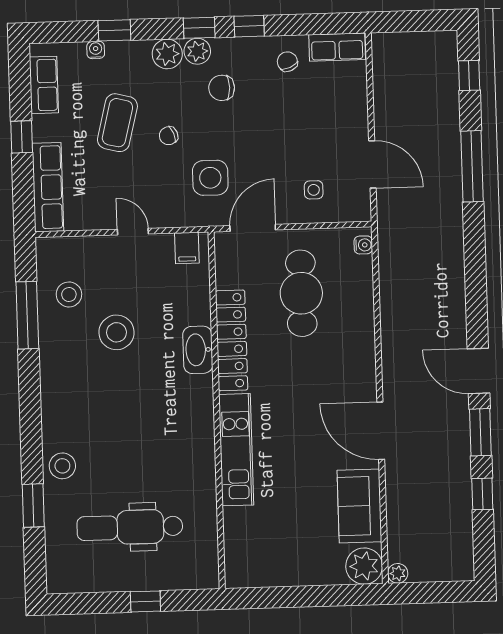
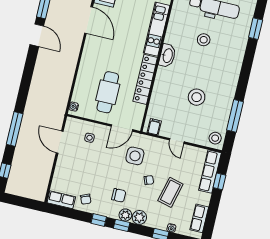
window: (22, 137) -> (219, 181), moved
stool: (69, 294) -> (215, 138), moved
washbasin: (198, 350) -> (167, 56), moved
stool: (62, 466) -> (204, 40), moved

